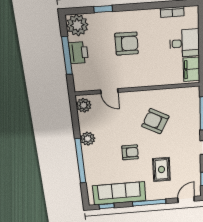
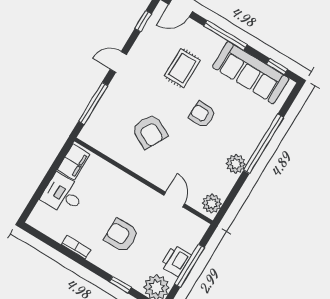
bookcase: (172, 12) -> (76, 247), moved

